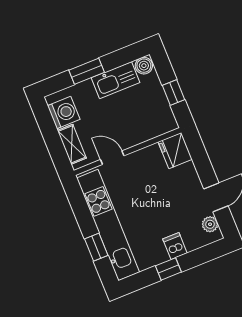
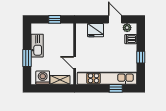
boiler: (144, 66) -> (36, 29), removed
fridge: (175, 151) -> (96, 30), moved
door: (112, 158) -> (75, 63), hinge flipped
dishwasher: (175, 246) -> (131, 39), moved

